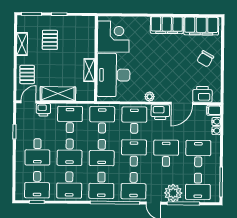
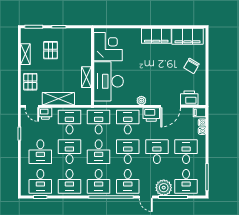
door: (28, 102) -> (32, 106), swing flipped
desk: (70, 152) -> (69, 152), turned 180

